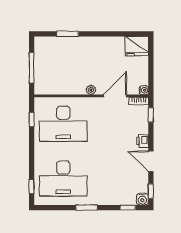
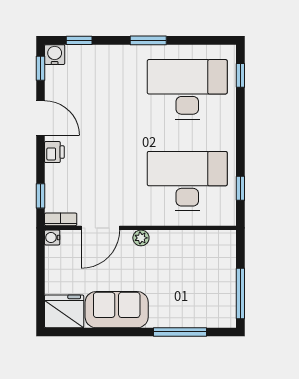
window: (68, 34) -> (180, 332), width x1.44
sofa: (105, 47) -> (117, 310), added
window: (32, 68) -> (240, 293), moved

